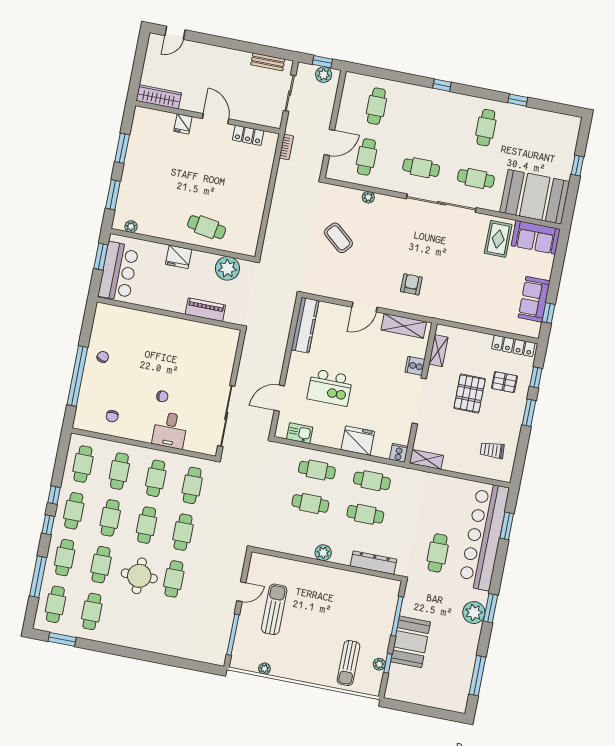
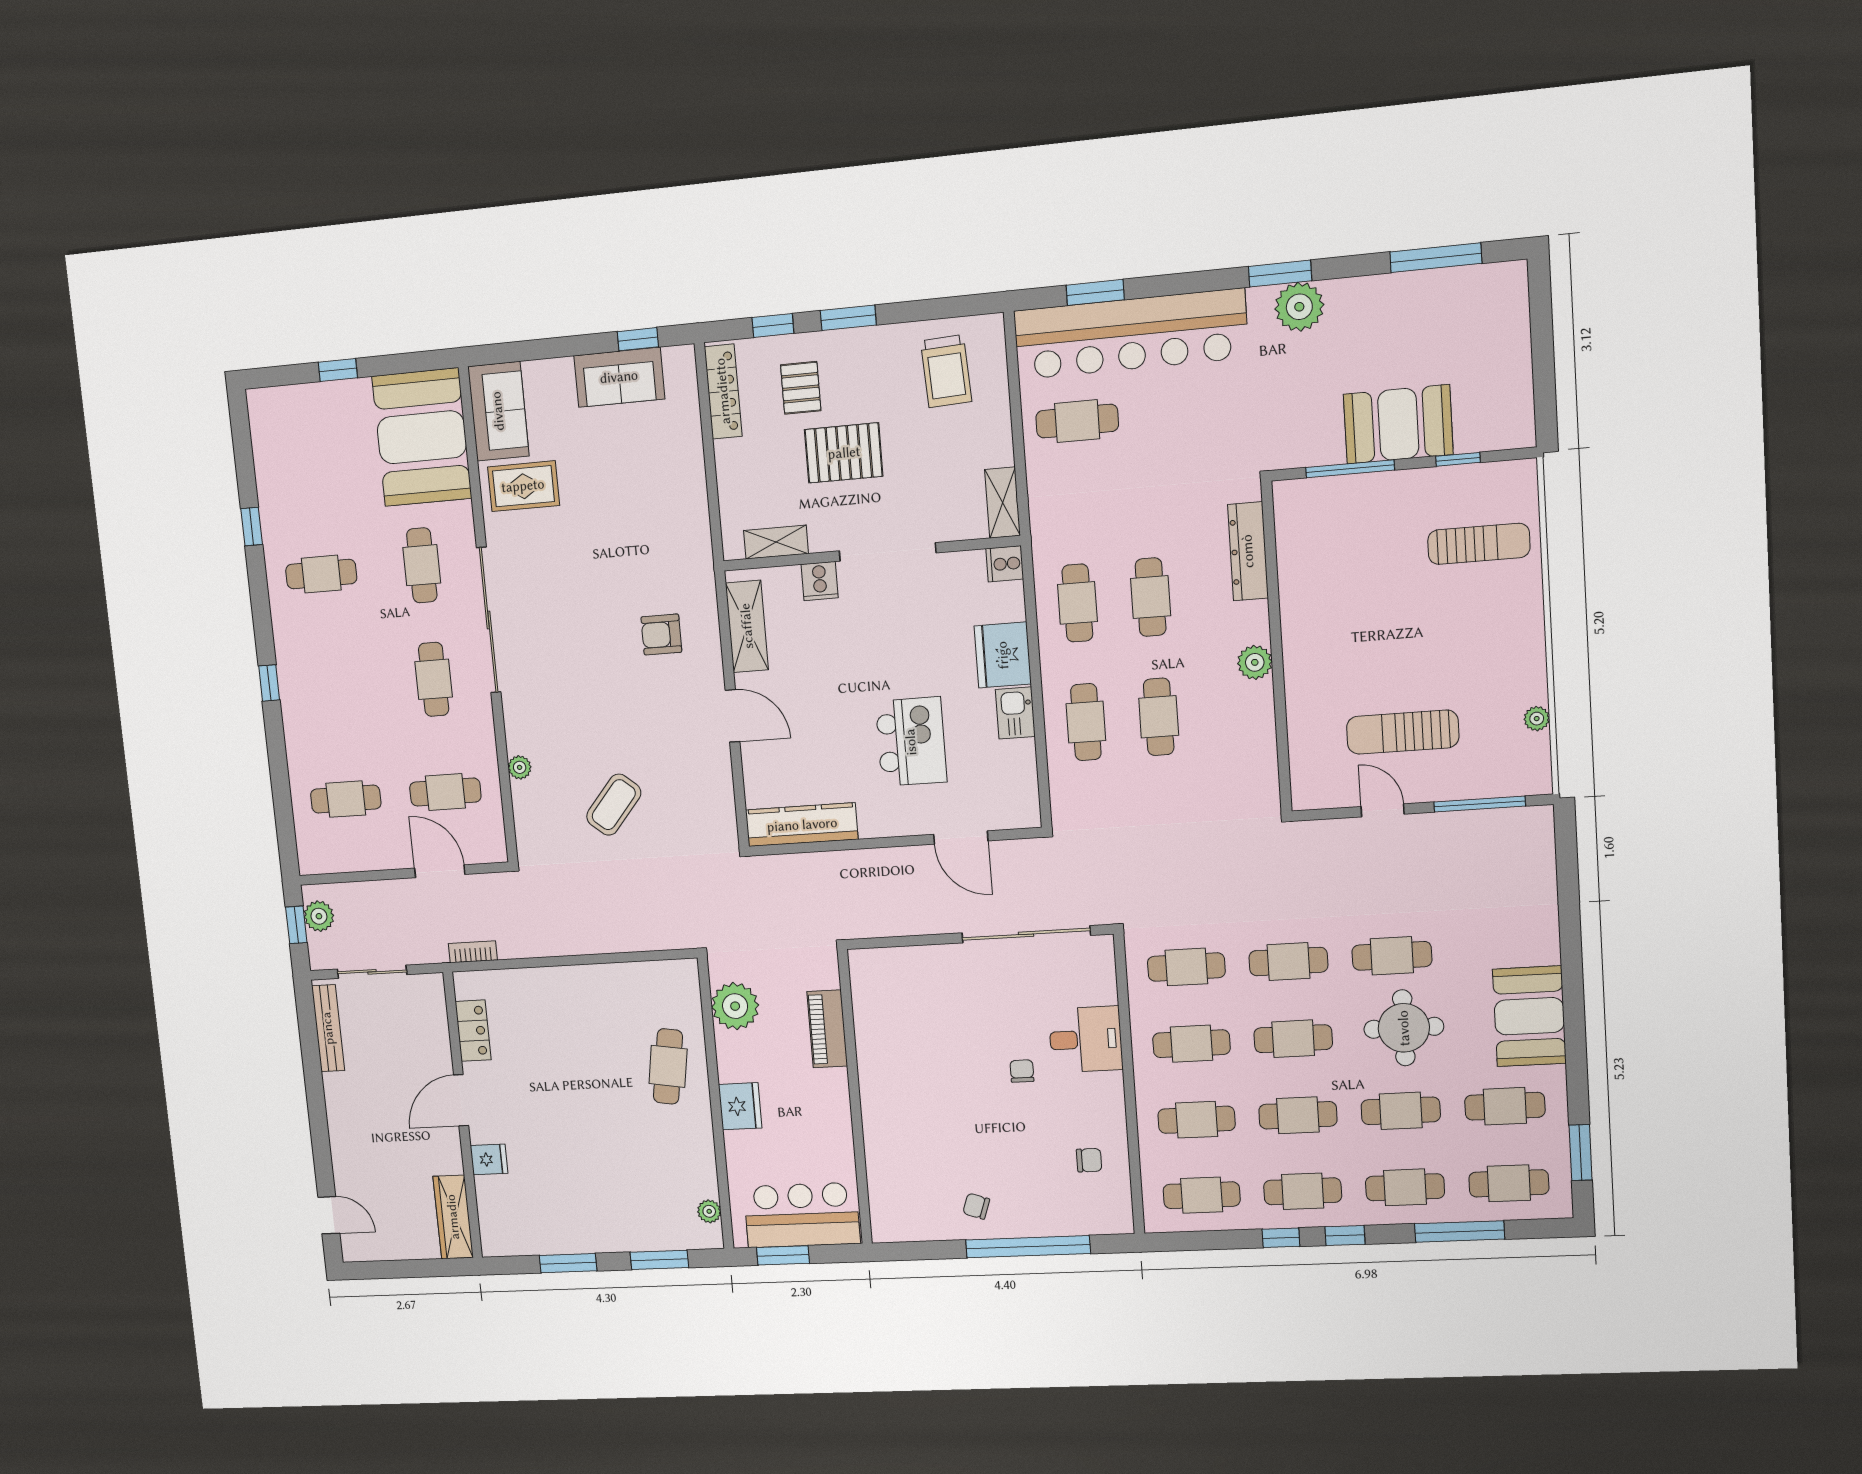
bench: (268, 62) -> (328, 1028), width x1.36
kitchen sink: (300, 433) -> (1015, 713), moved
trolley: (492, 450) -> (946, 371), width x1.36, depth x1.39
cafe table: (438, 553) -> (1077, 421), moved
booth: (131, 632) -> (1529, 1016), added
plant: (379, 664) -> (1465, 477), removed

